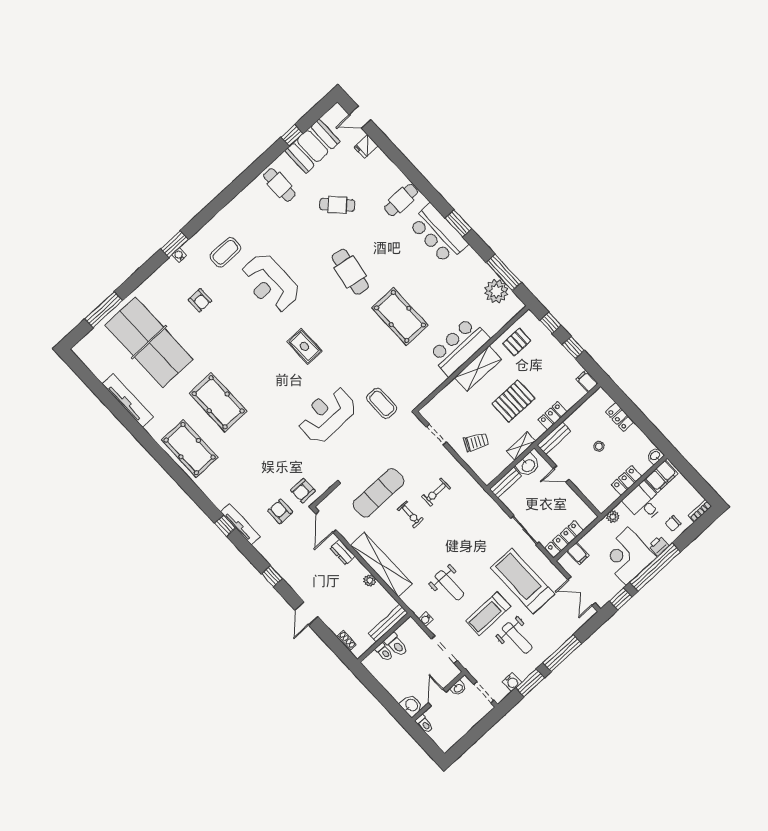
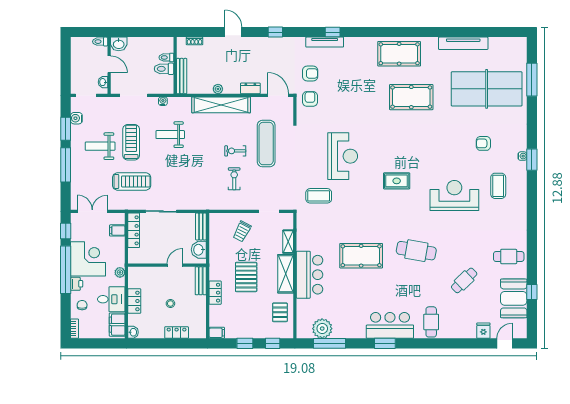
shelving: (521, 446) -> (288, 242), moved
treadmill: (523, 581) -> (132, 181), width x0.73, depth x0.73

